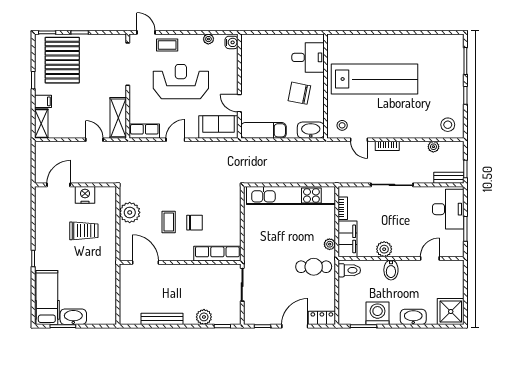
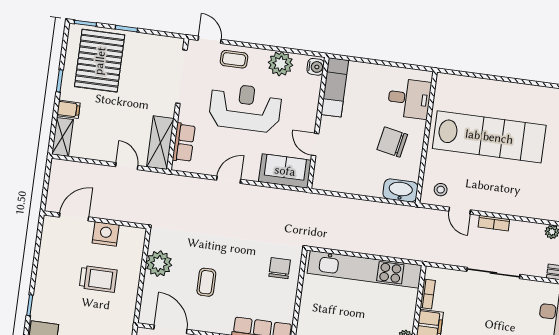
plant: (208, 39) -> (281, 64), width x1.87, depth x1.87
exam couch: (263, 130) -> (335, 87), moved, turned 90
row of seats: (144, 131) -> (184, 143), moved, turned 90
chair: (194, 223) -> (280, 268), moved, turned -90

